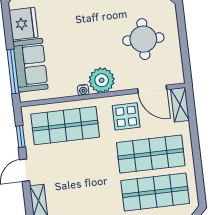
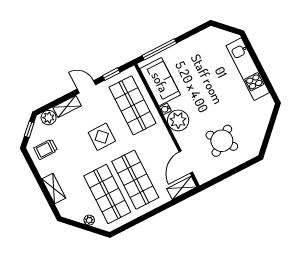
fridge: (23, 24) -> (199, 44), removed
round table: (143, 39) -> (222, 141), turned -38
sofa: (30, 65) -> (160, 82), moved, turned -90
display table: (126, 116) -> (102, 137), moved

